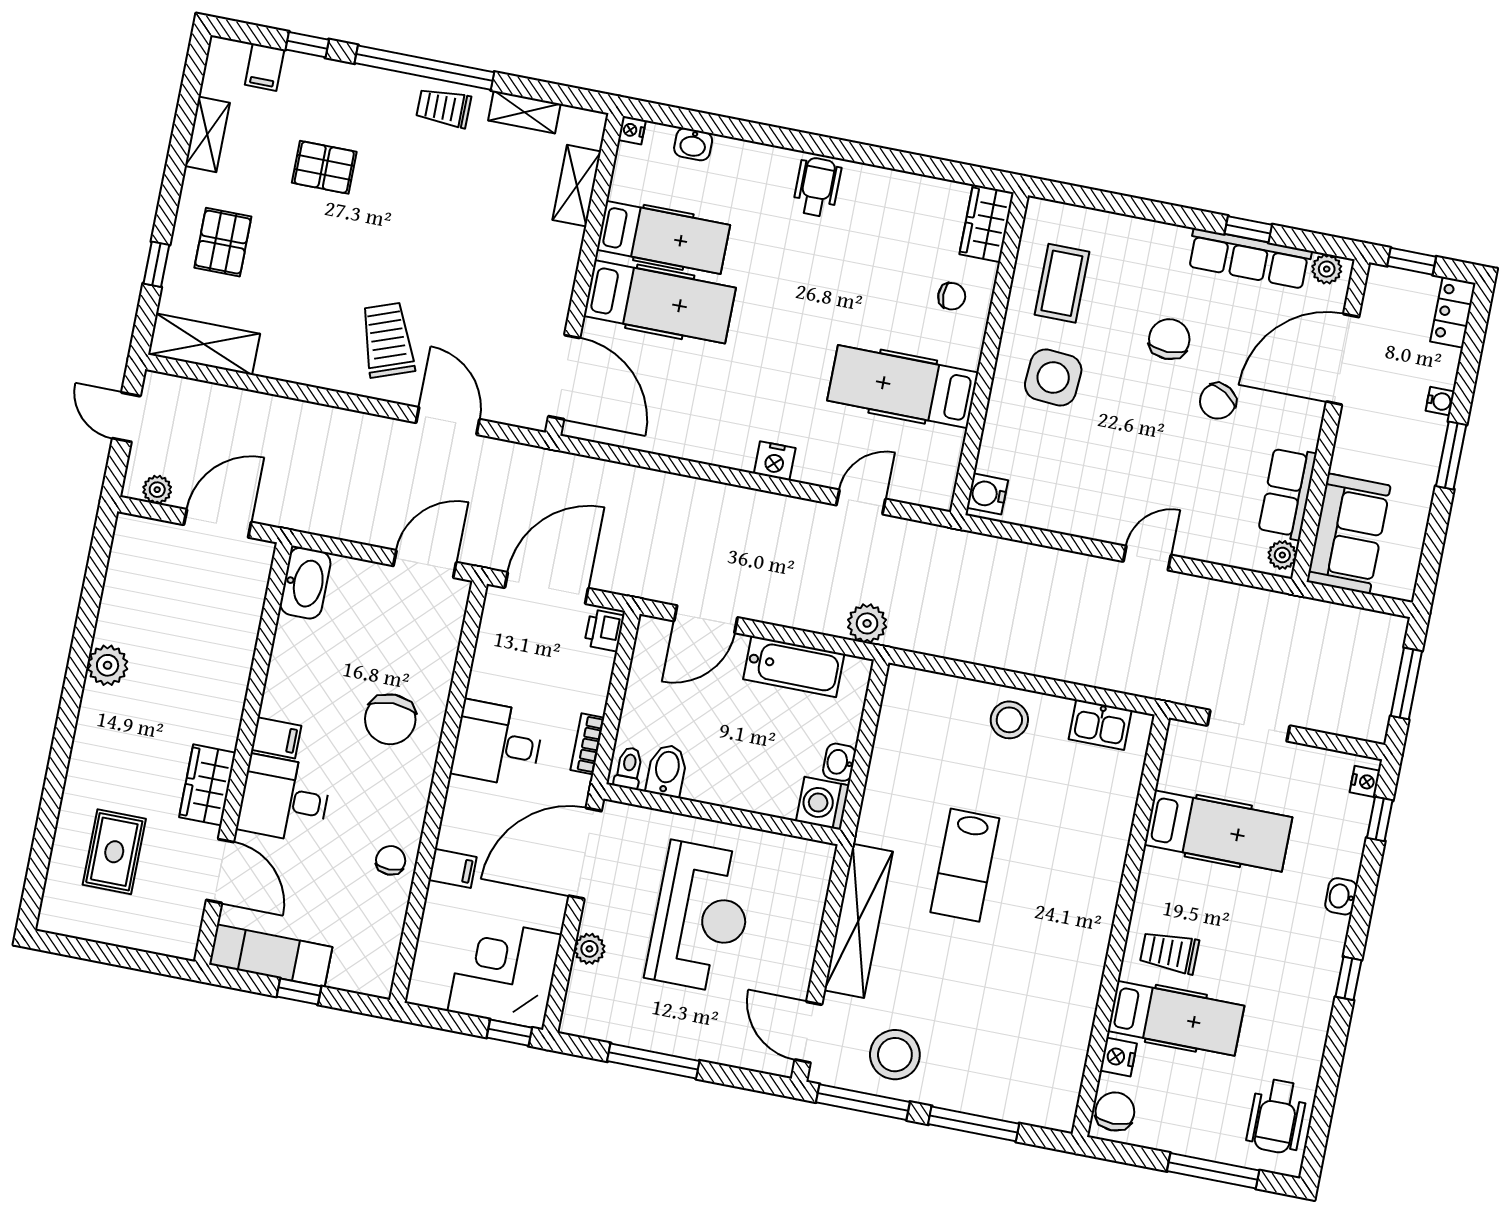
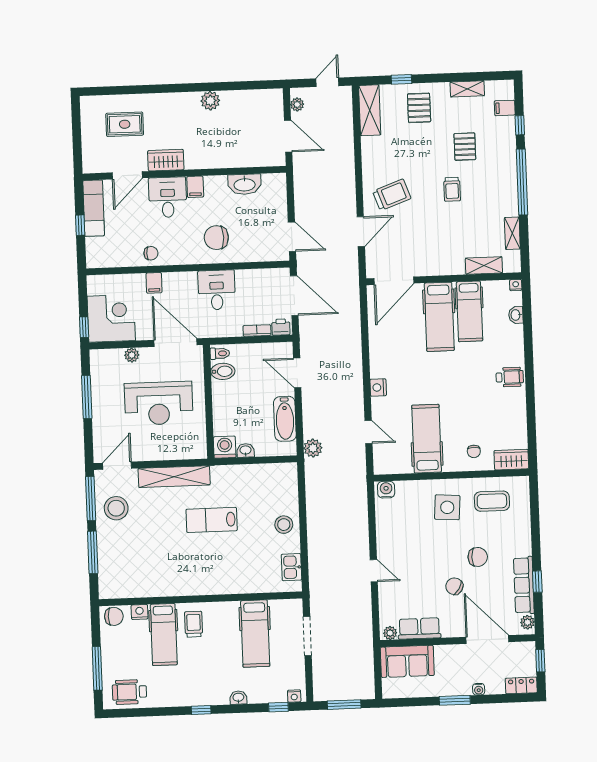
trolley: (444, 108) -> (452, 189), moved, turned 180
pallet: (223, 242) -> (419, 108), turned 90
washbasin: (305, 583) -> (245, 184), moved
bookcase: (587, 744) -> (257, 331), moved

